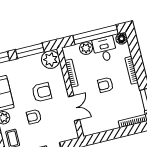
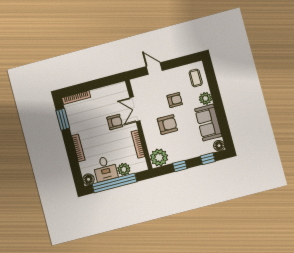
window: (30, 51) -> (180, 166), width x0.46
armchair: (106, 85) -> (115, 122), moved
armchair: (42, 92) -> (167, 125), turned 180

